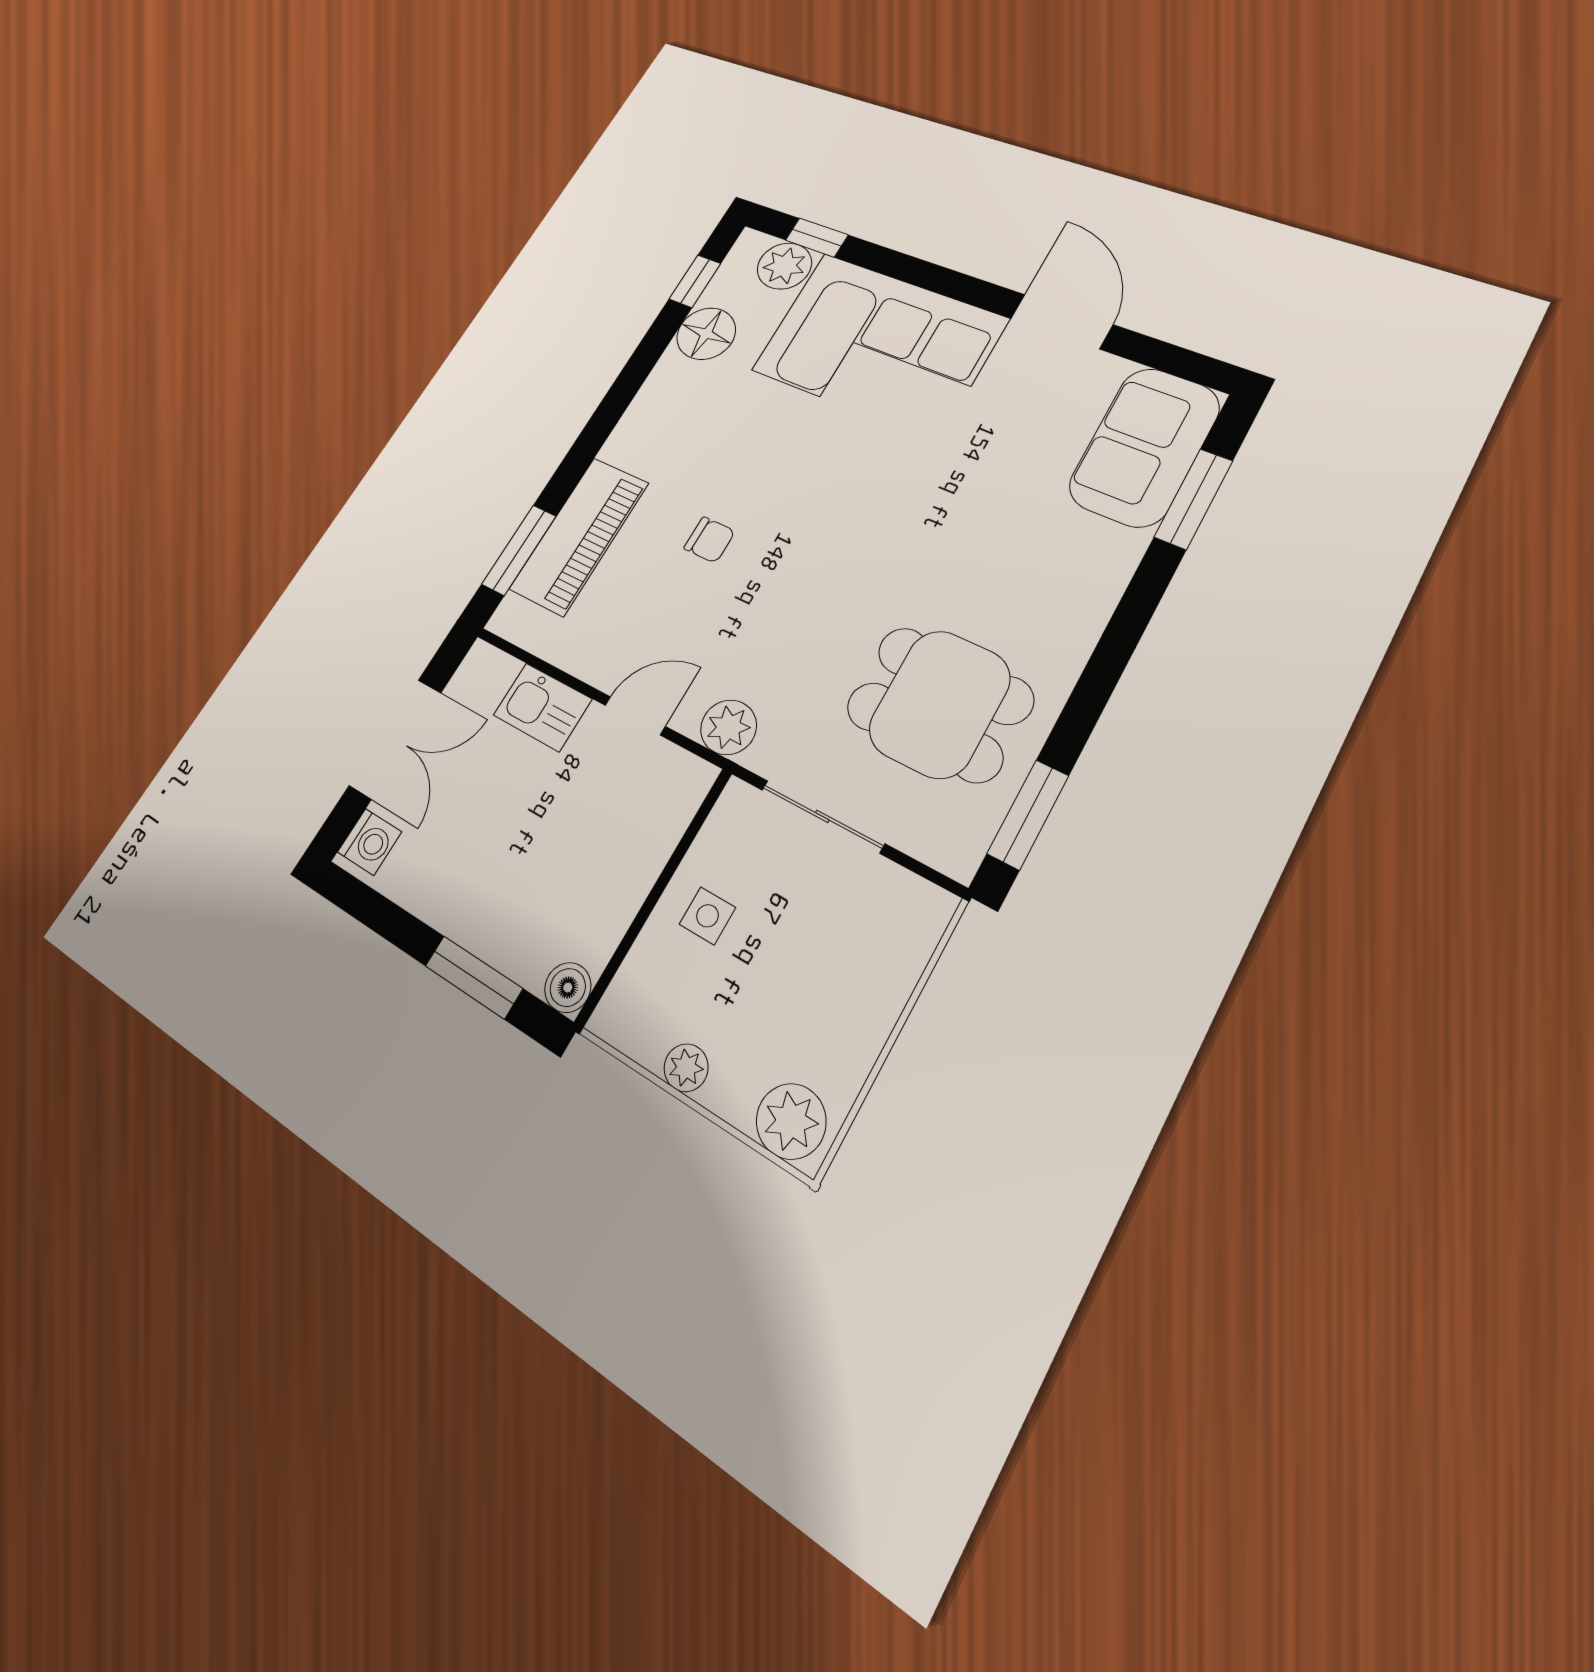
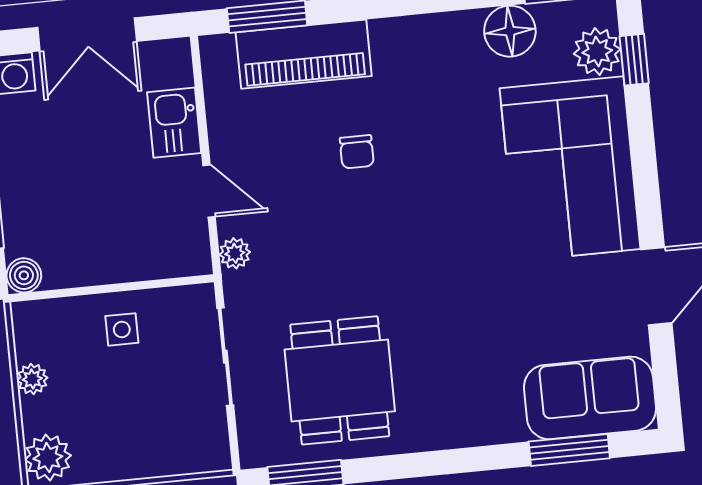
plant: (729, 727) -> (235, 253), width x0.73, depth x0.73

